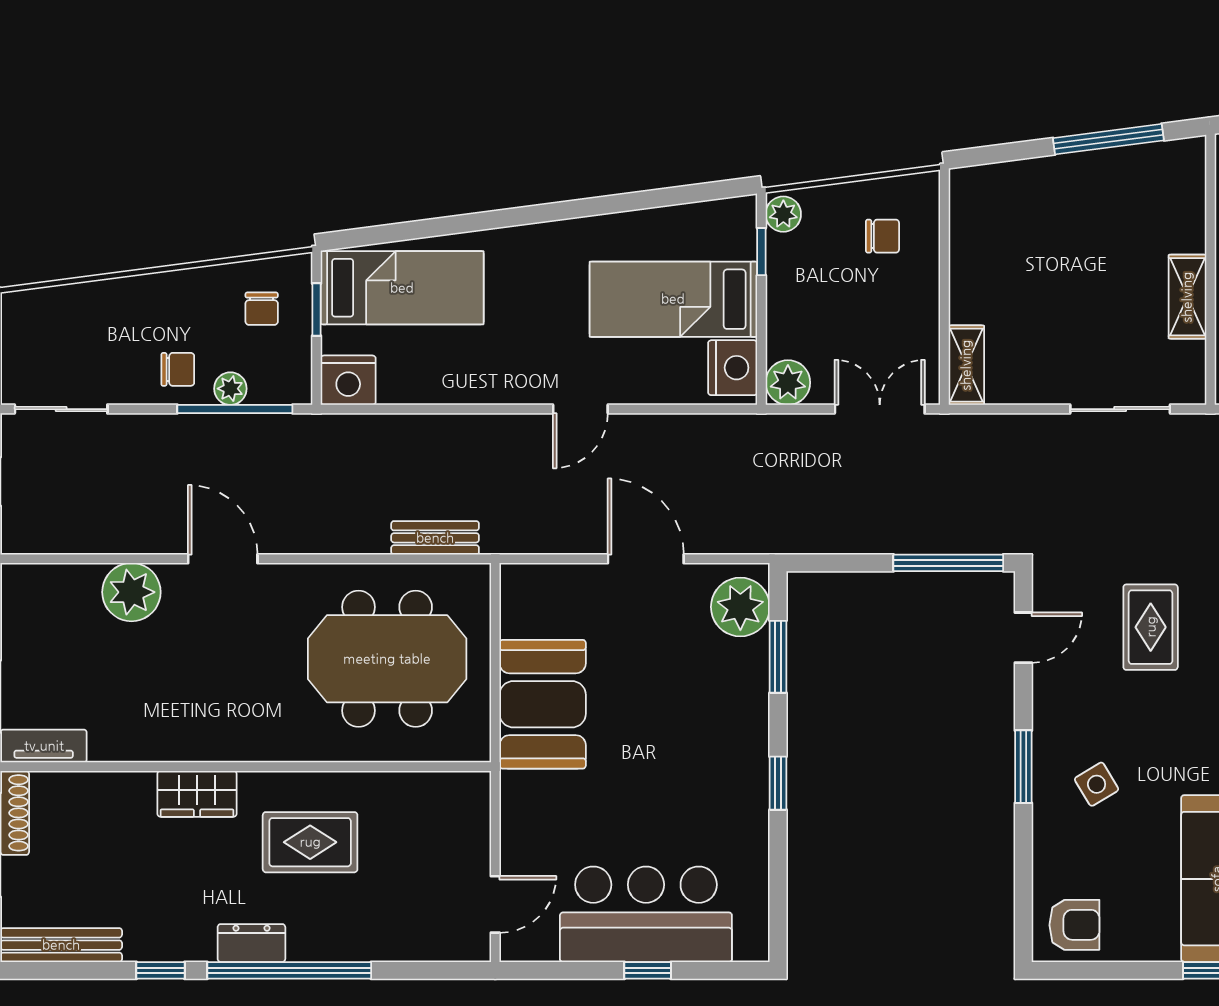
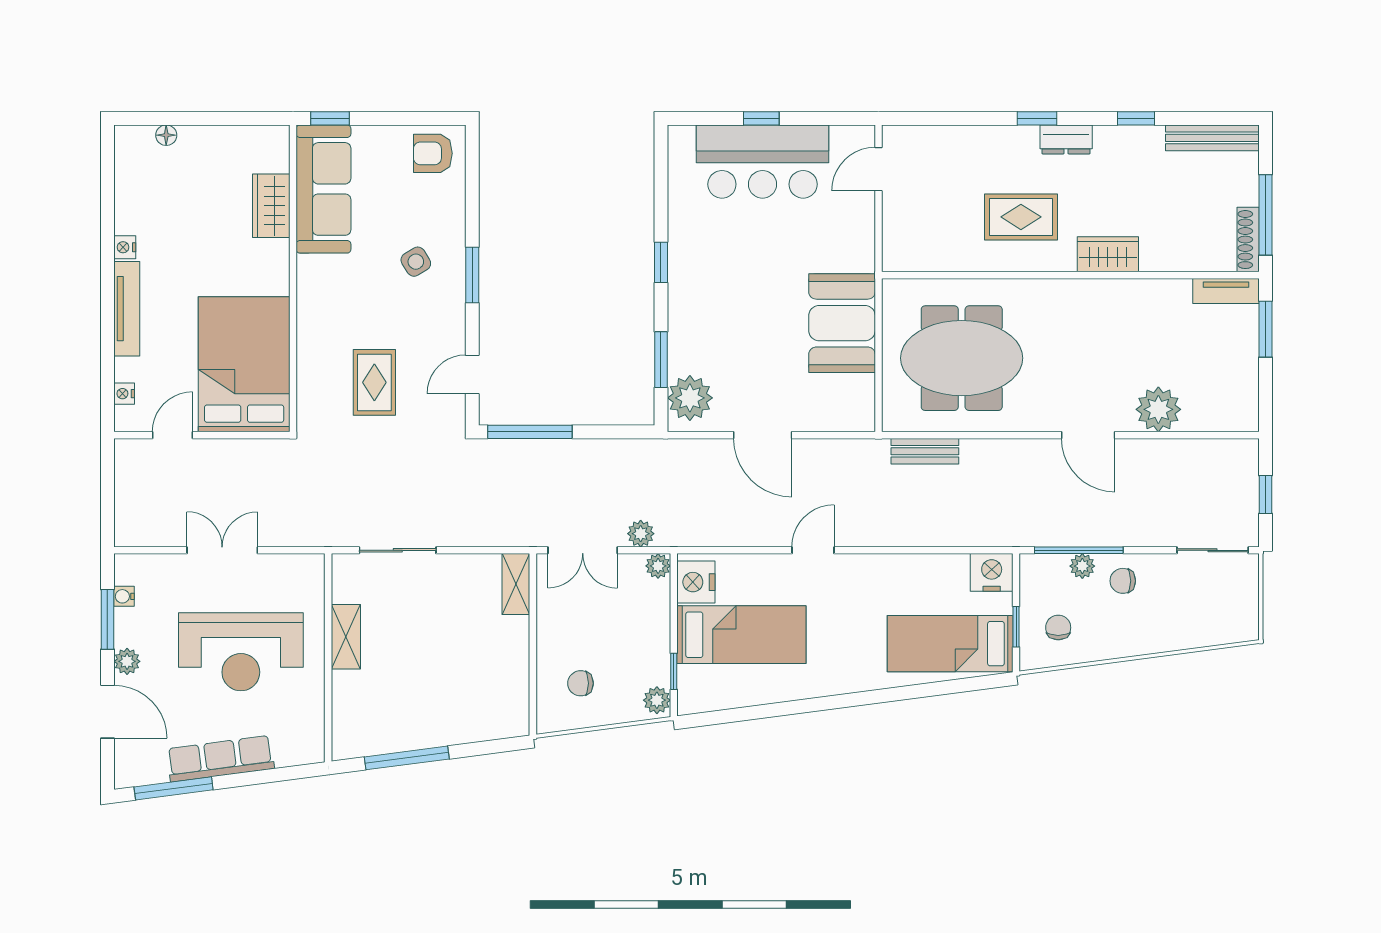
plant: (788, 383) -> (658, 566), width x0.73, depth x0.73
plant: (804, 431) -> (641, 534), added
window: (289, 970) -> (1037, 118), width x0.32

